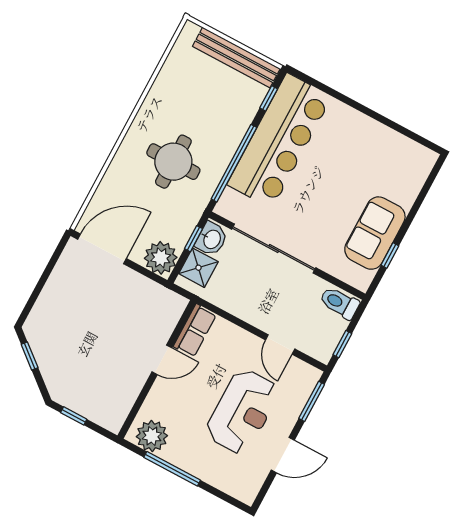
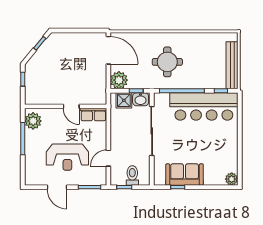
plant: (424, 159) -> (232, 179), added
toilet: (339, 303) -> (132, 175), moved

